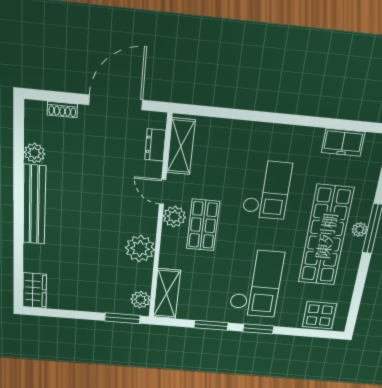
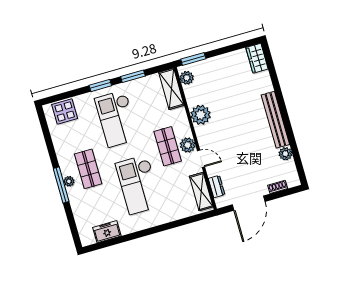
checkout: (267, 190) -> (138, 185), width x1.36, depth x1.21
shop shelf: (326, 236) -> (88, 169), width x0.50, depth x0.74

